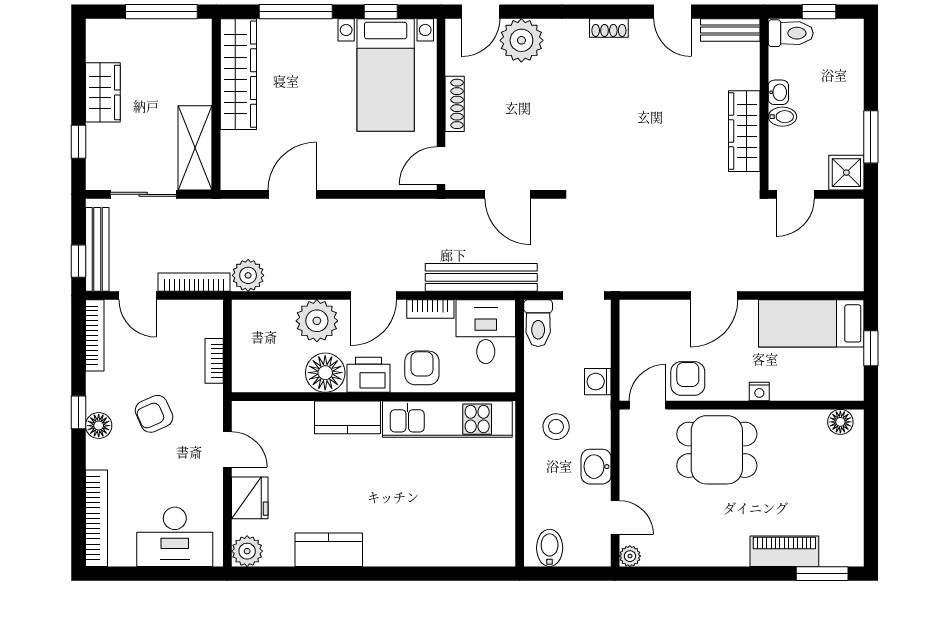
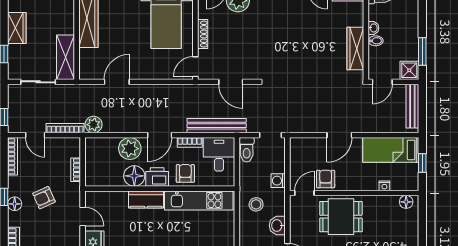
bench: (97, 249) -> (412, 106), moved
nightstand: (759, 391) -> (384, 186), moved

